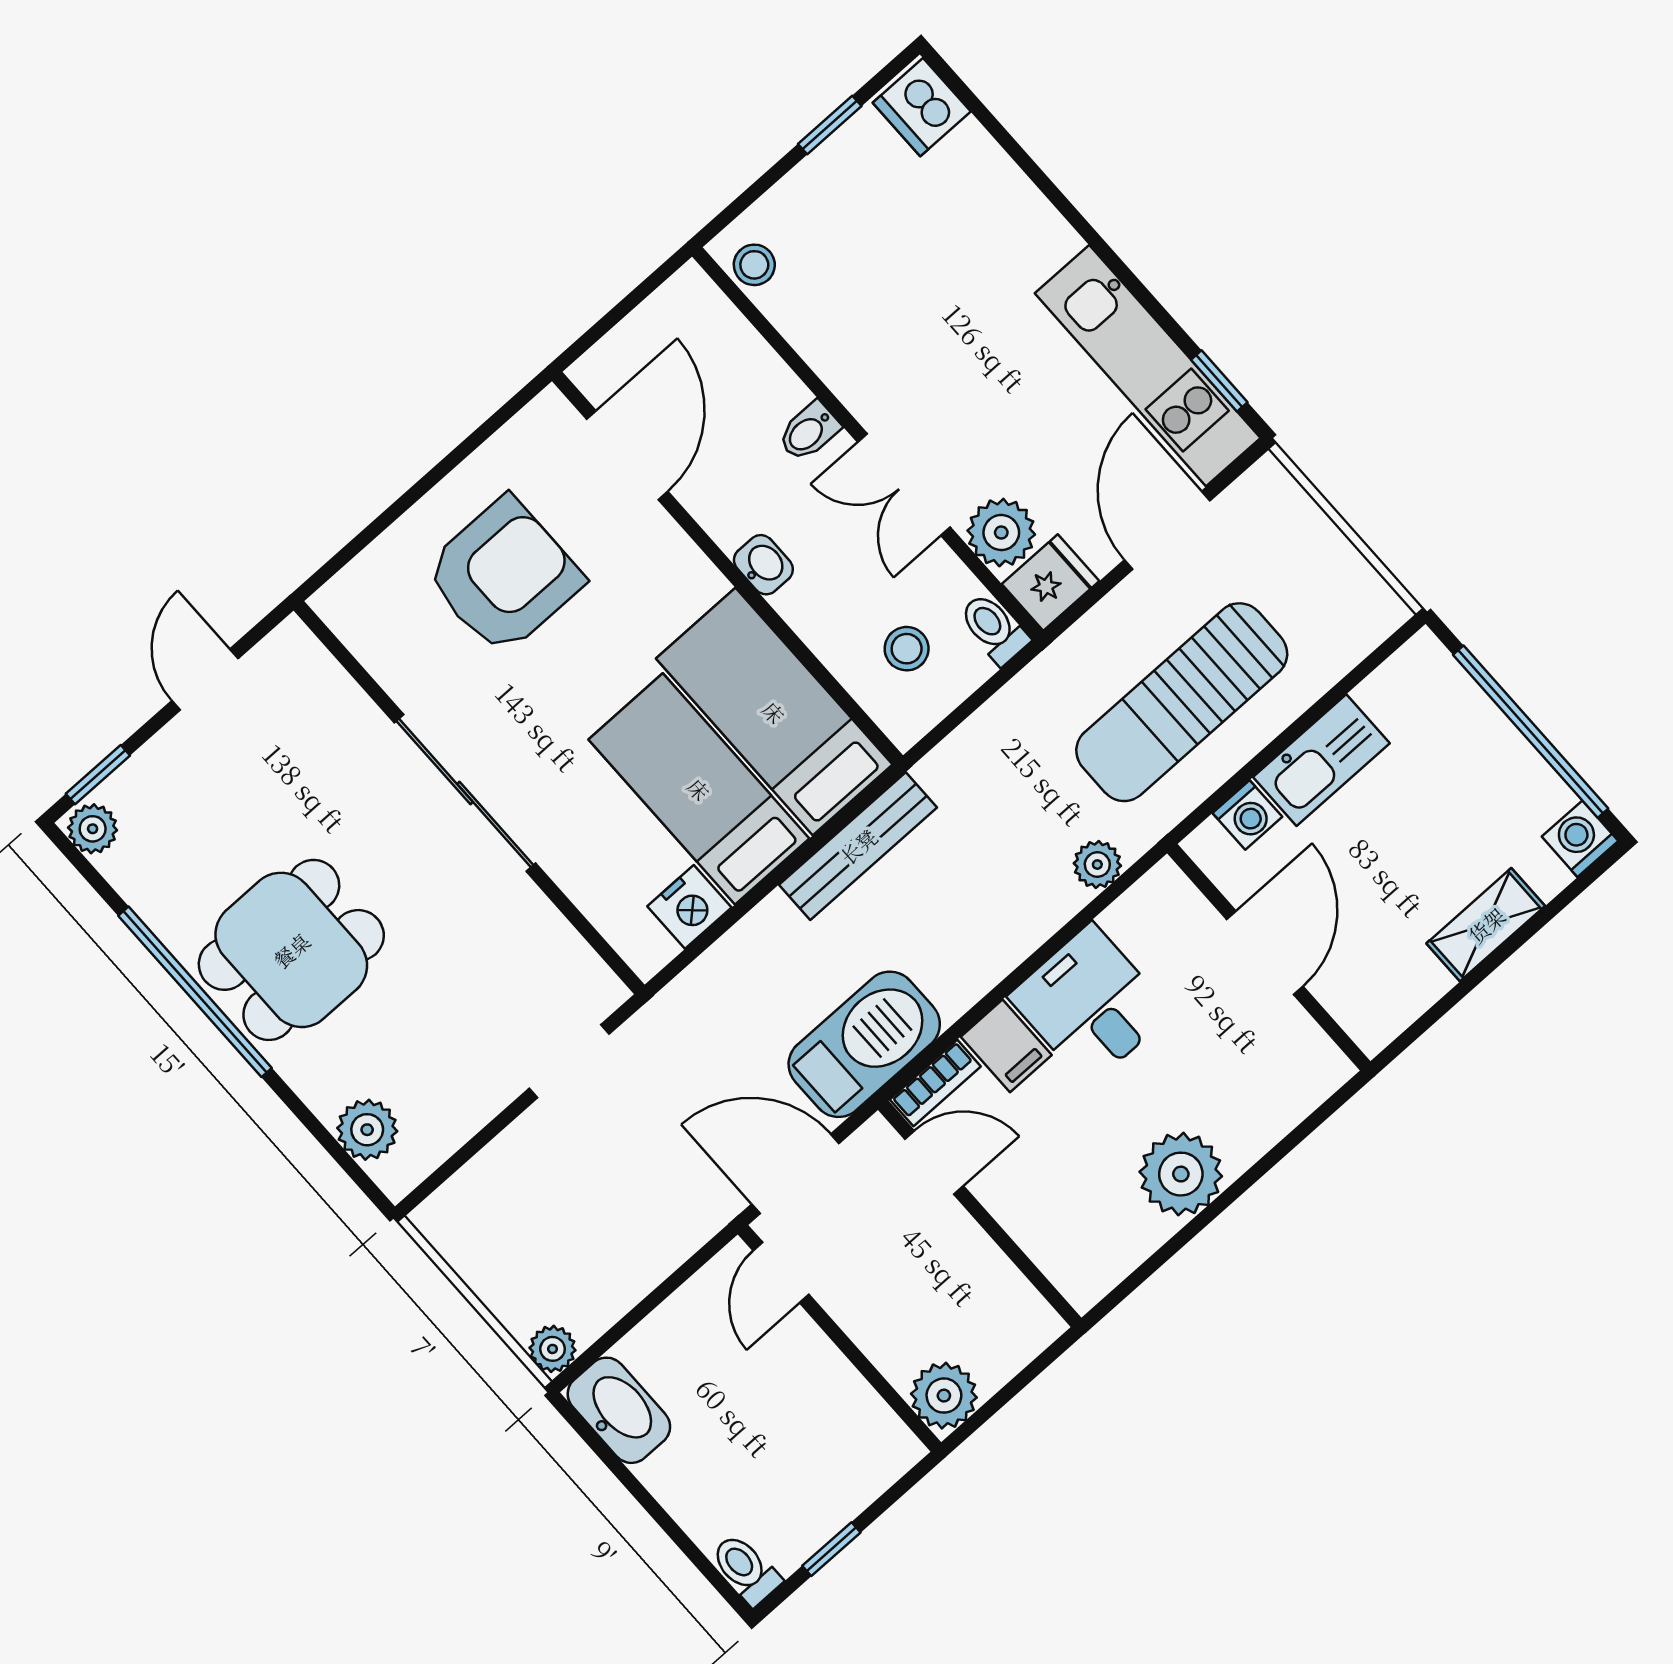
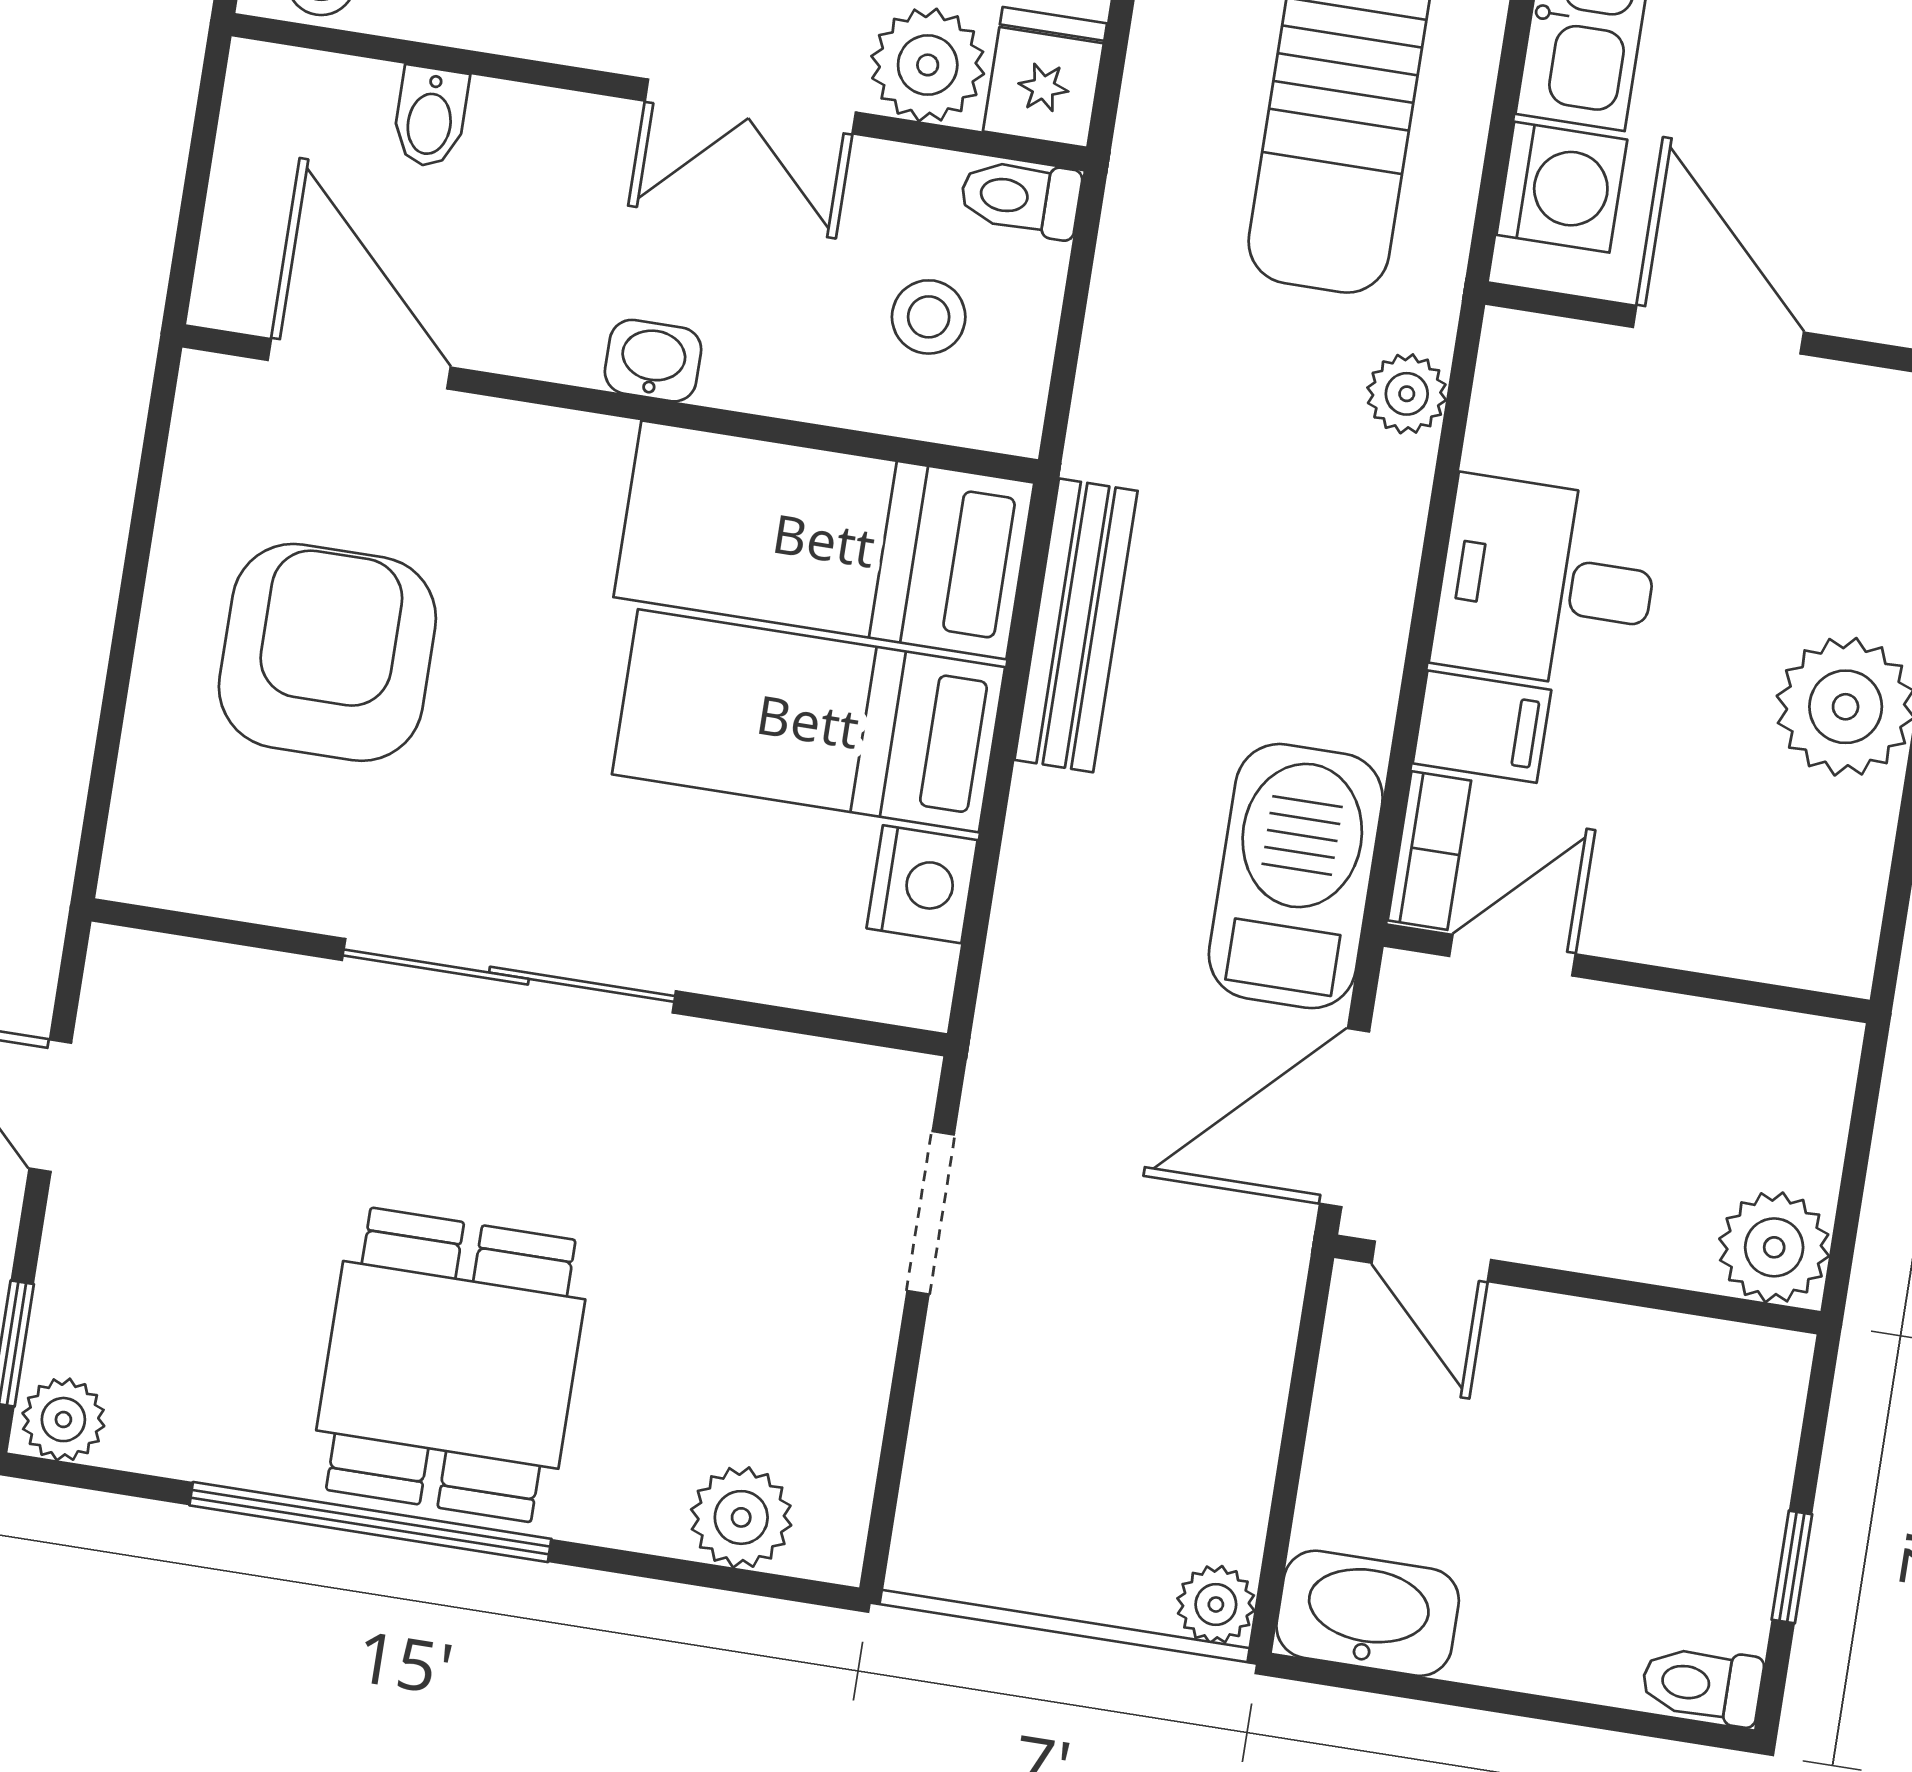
bidet: (809, 432) -> (430, 117), moved
washing machine: (1247, 815) -> (1562, 187), width x1.38, depth x1.38

